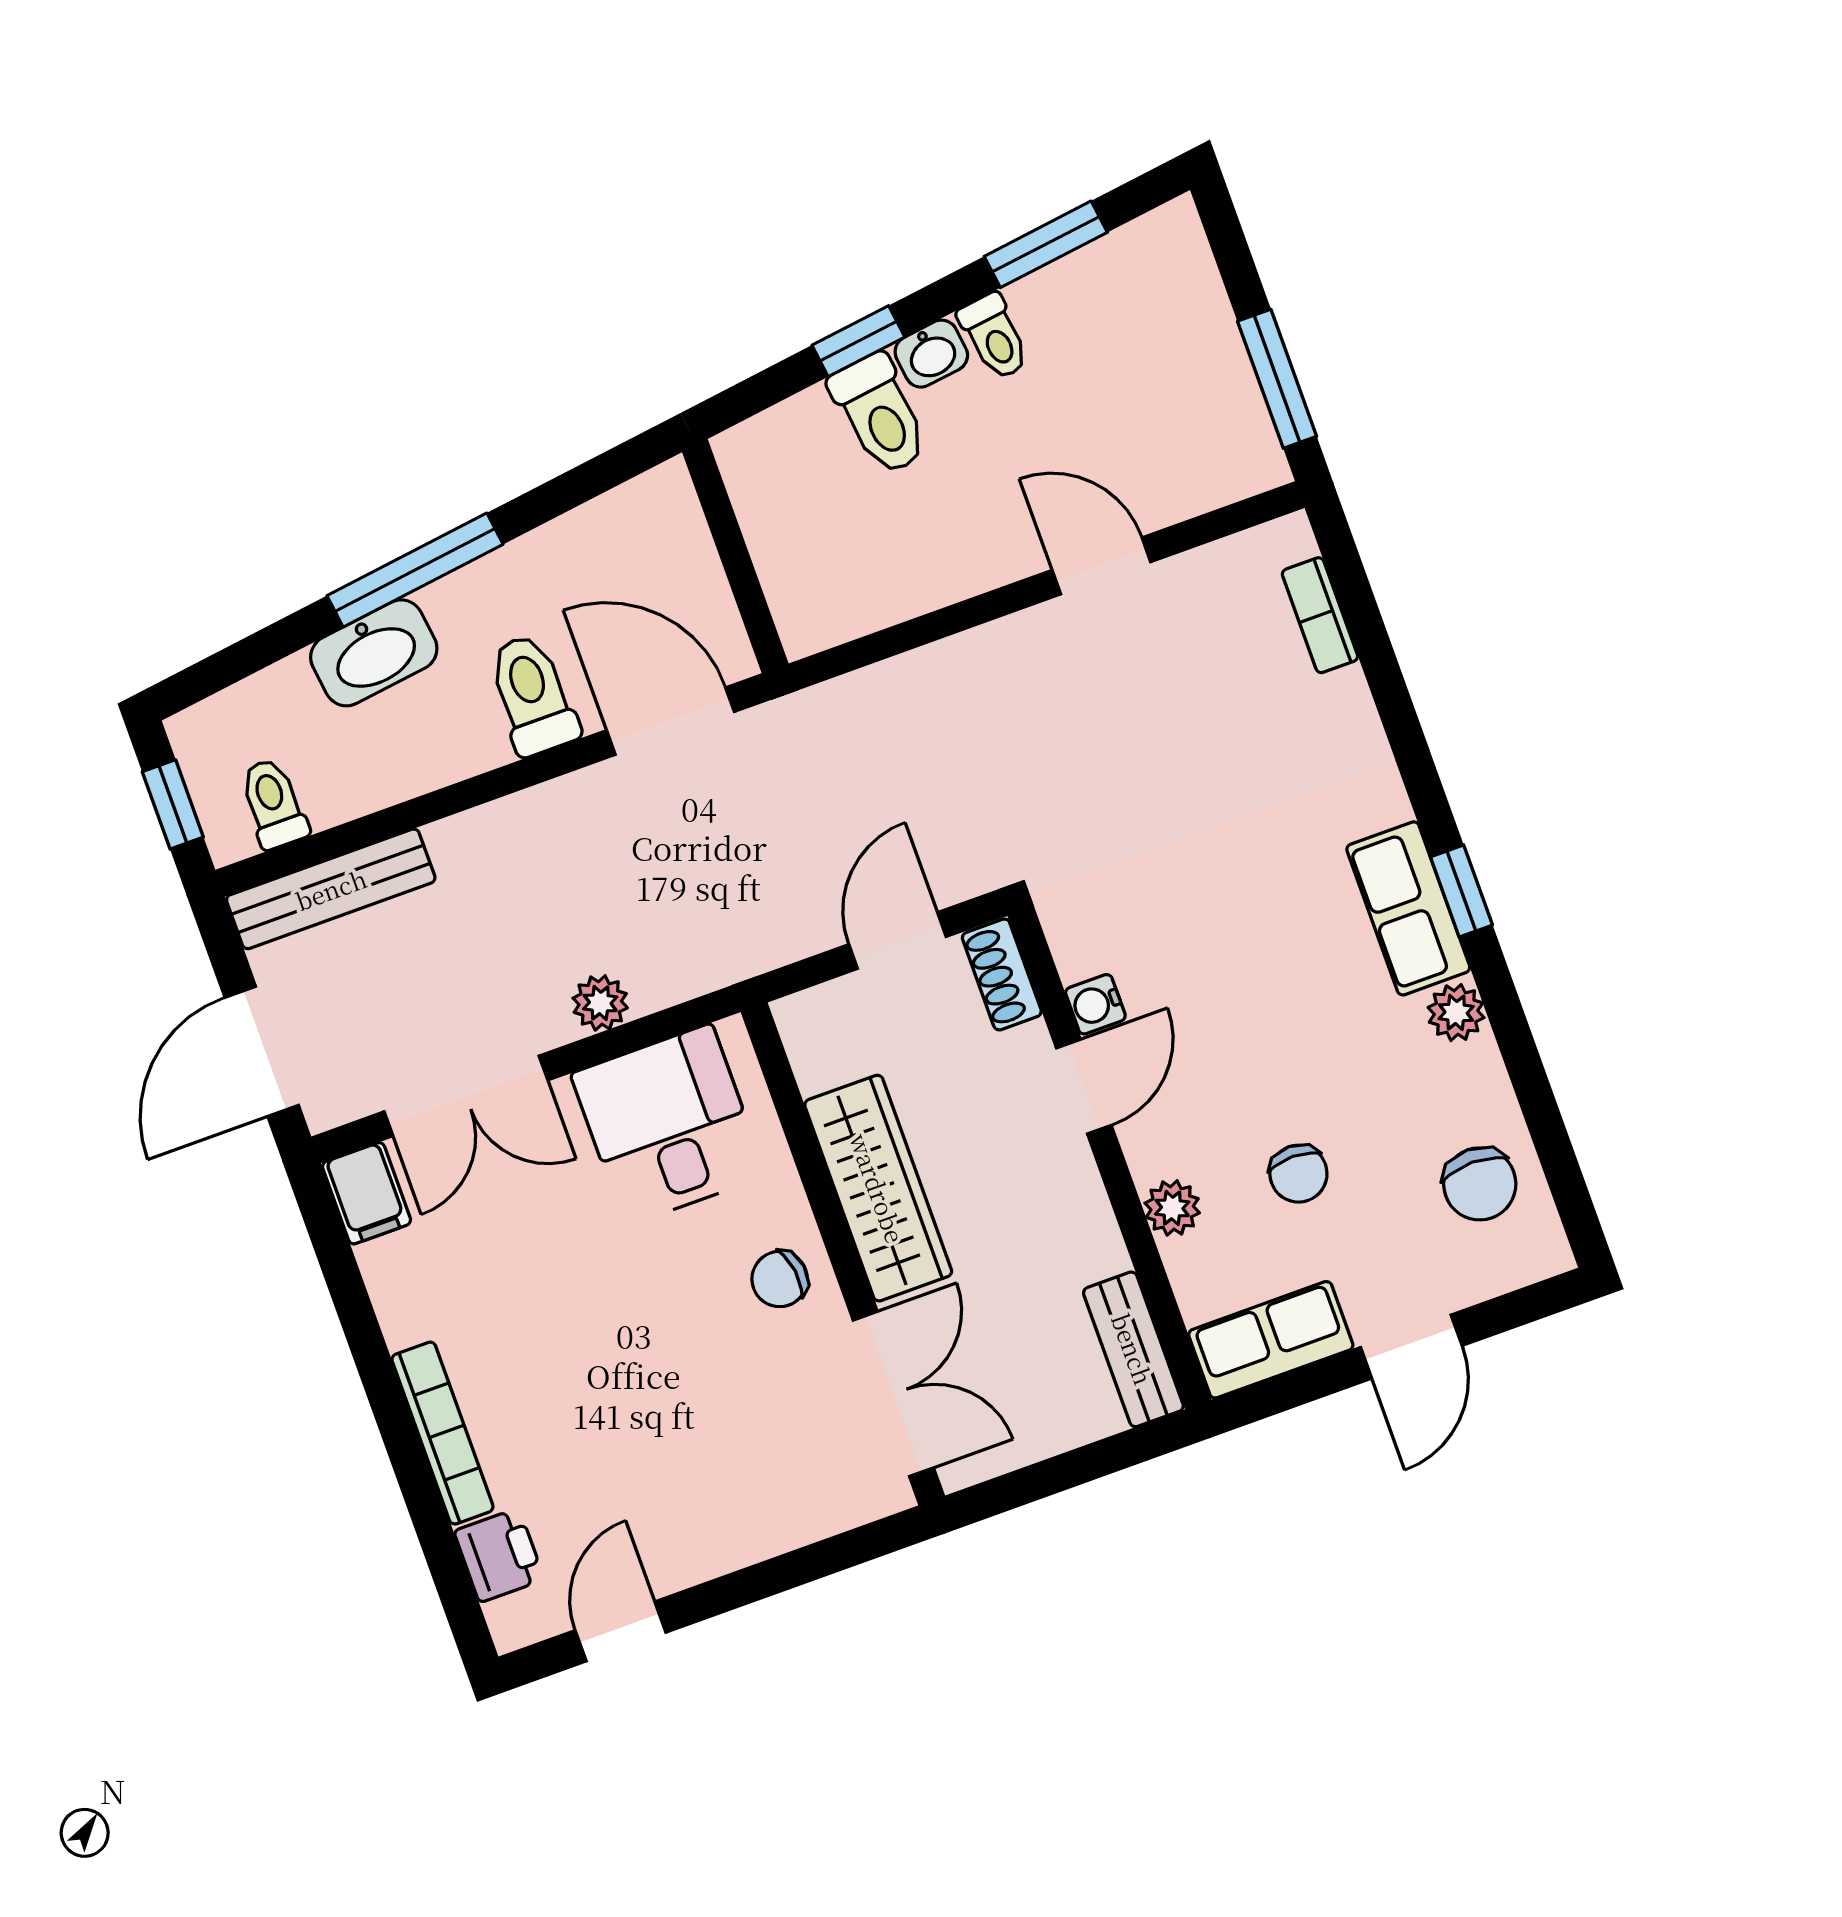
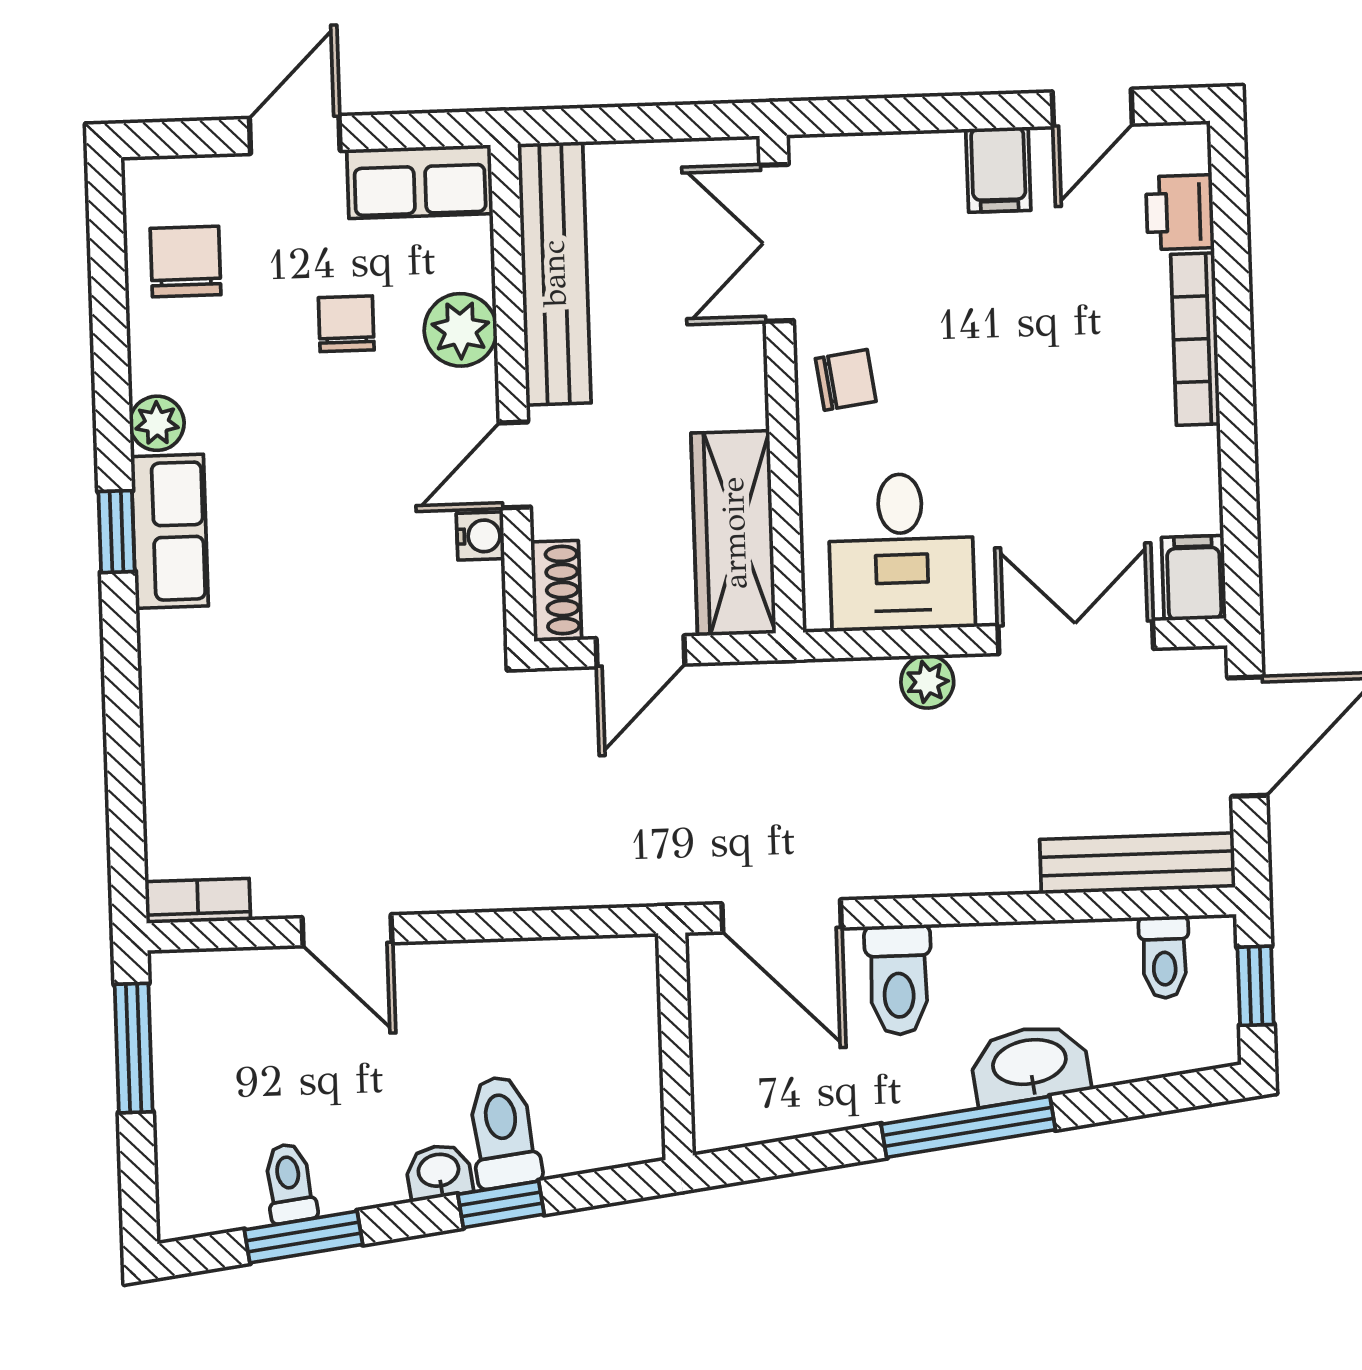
toilet: (994, 337) -> (289, 1183), moved
bookcase: (1320, 615) -> (198, 901), moved, turned -90
wardrobe: (878, 1188) -> (734, 533), moved
plant: (1172, 1208) -> (461, 330), width x1.38, depth x1.38
bench: (1133, 1349) -> (554, 273), width x1.86, depth x1.21
filing cabinet: (695, 1539) -> (998, 170), added

